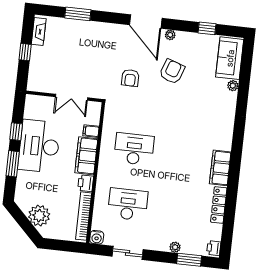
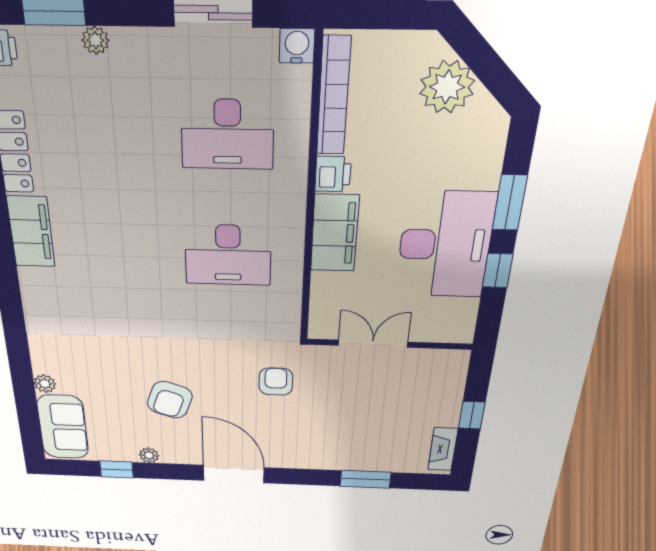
plant: (170, 35) -> (149, 455), moved
armchair: (130, 78) -> (276, 382), moved
filing cabinet: (91, 131) -> (327, 284), removed

